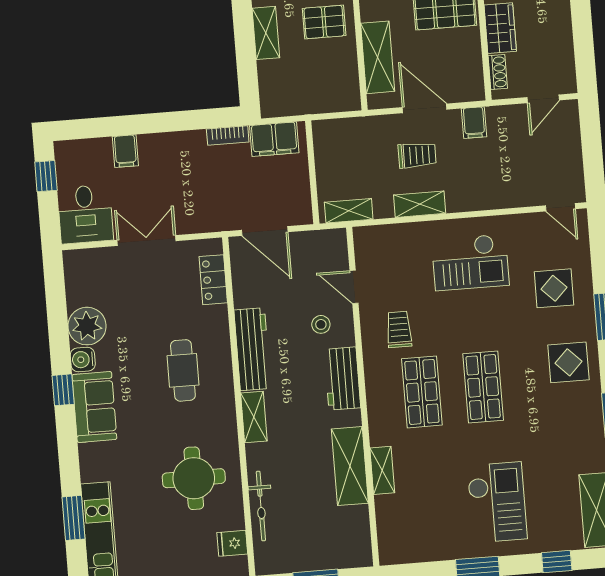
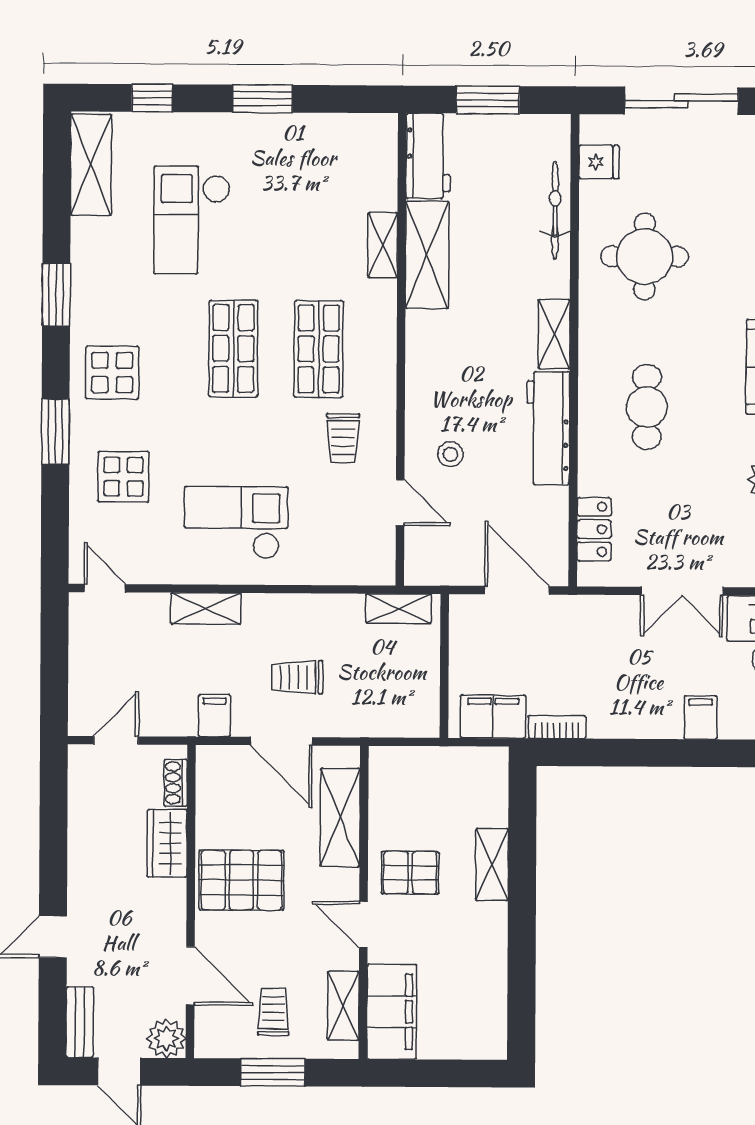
shelving: (420, 204) -> (206, 609), moved
workbench: (342, 379) -> (428, 156), moved
checkout: (497, 502) -> (192, 220), moved

